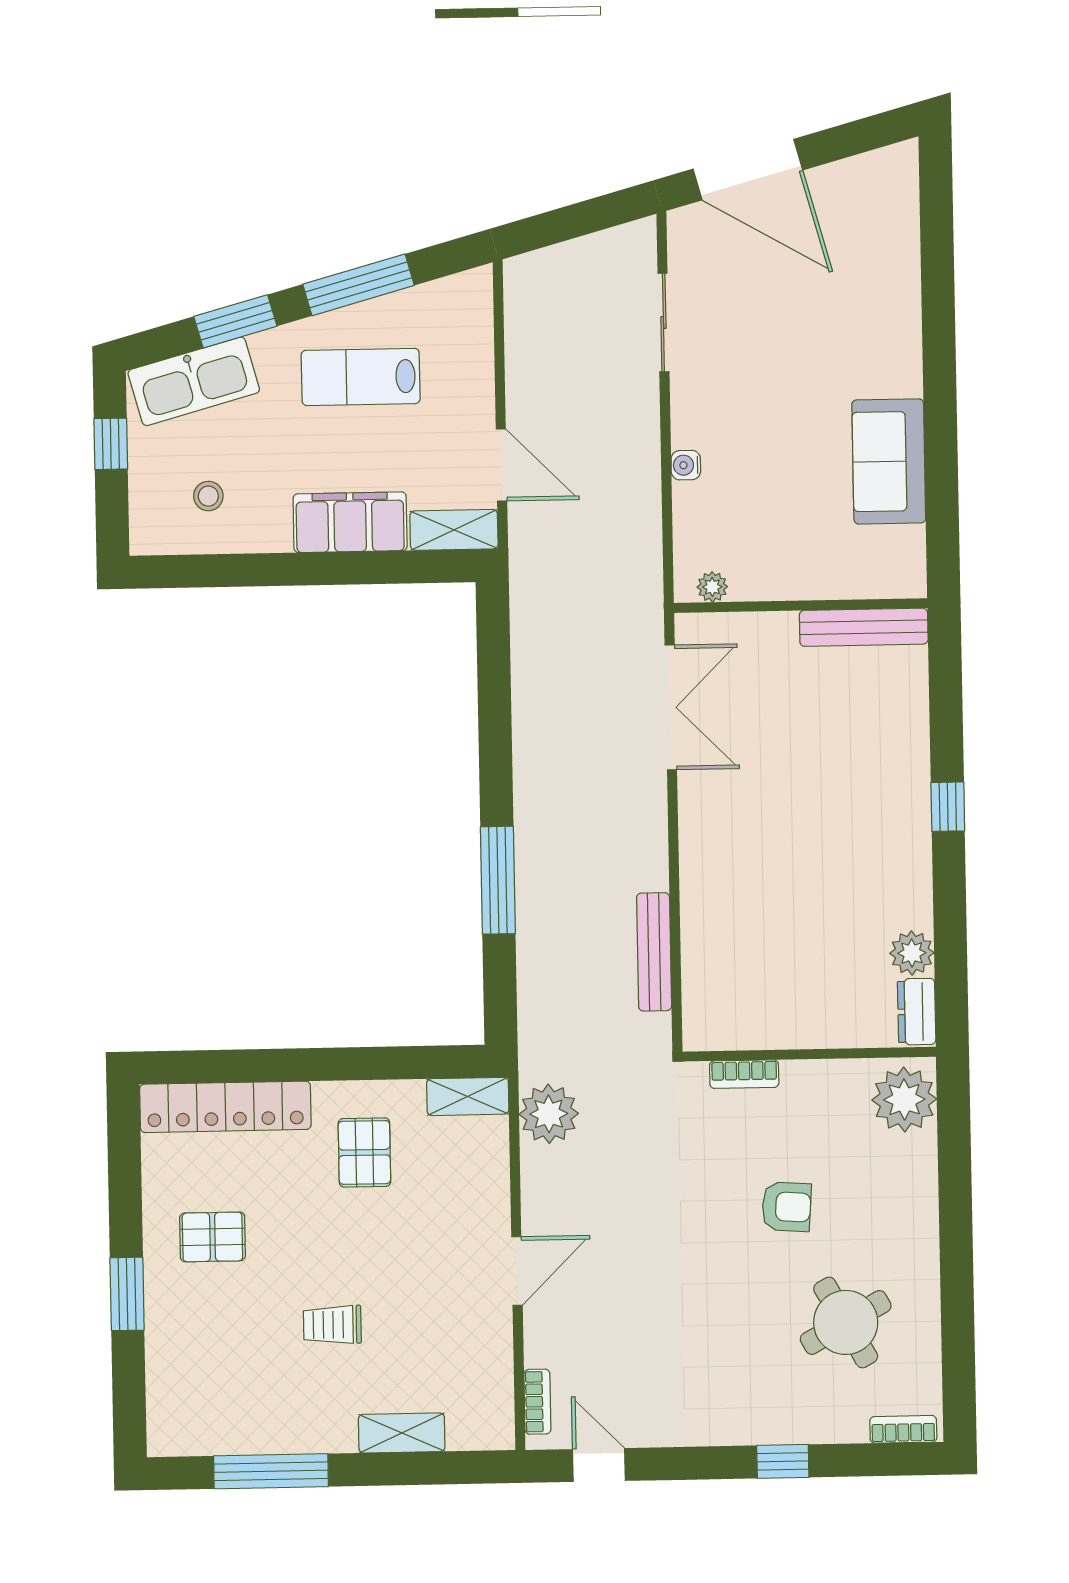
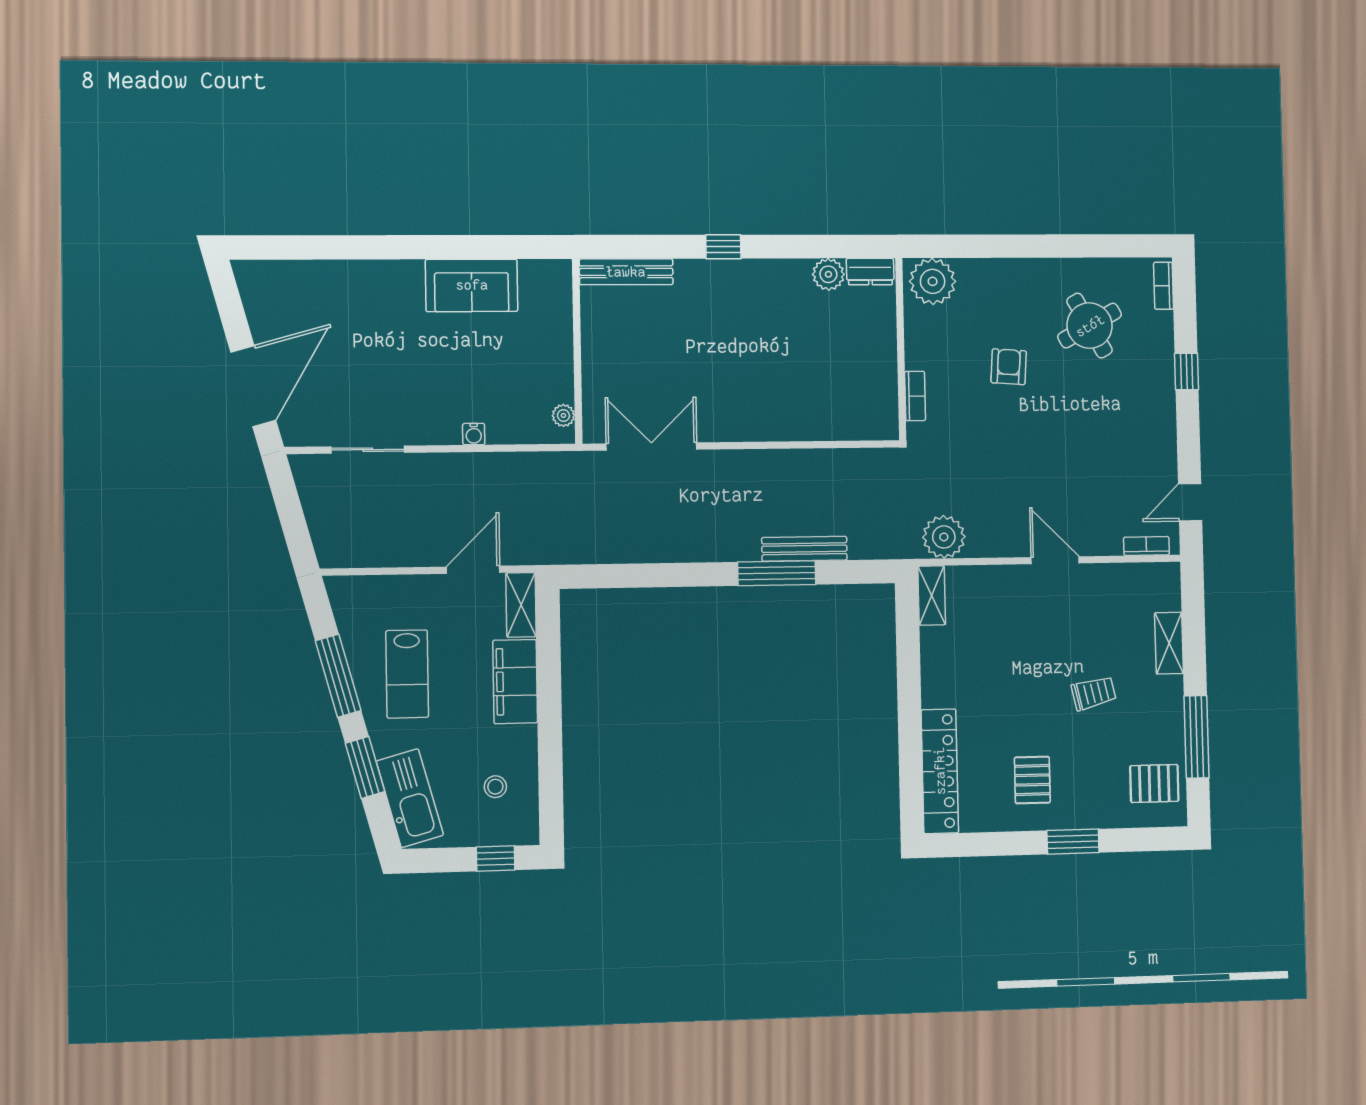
window: (111, 444) -> (496, 858), moved
bench: (864, 627) -> (626, 272), moved, turned 90
bench: (654, 952) -> (804, 549), moved
pallet: (364, 1152) -> (1154, 783), moved
trolley: (332, 1325) -> (1094, 693), turned -103

